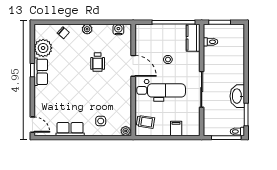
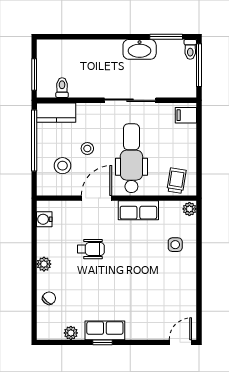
stool: (156, 42) -> (62, 166), added
plant: (43, 48) -> (71, 333), width x0.53, depth x0.53
filing cabinet: (176, 128) -> (186, 115), moved
row of seats: (70, 129) -> (138, 210), moved, turned -90

